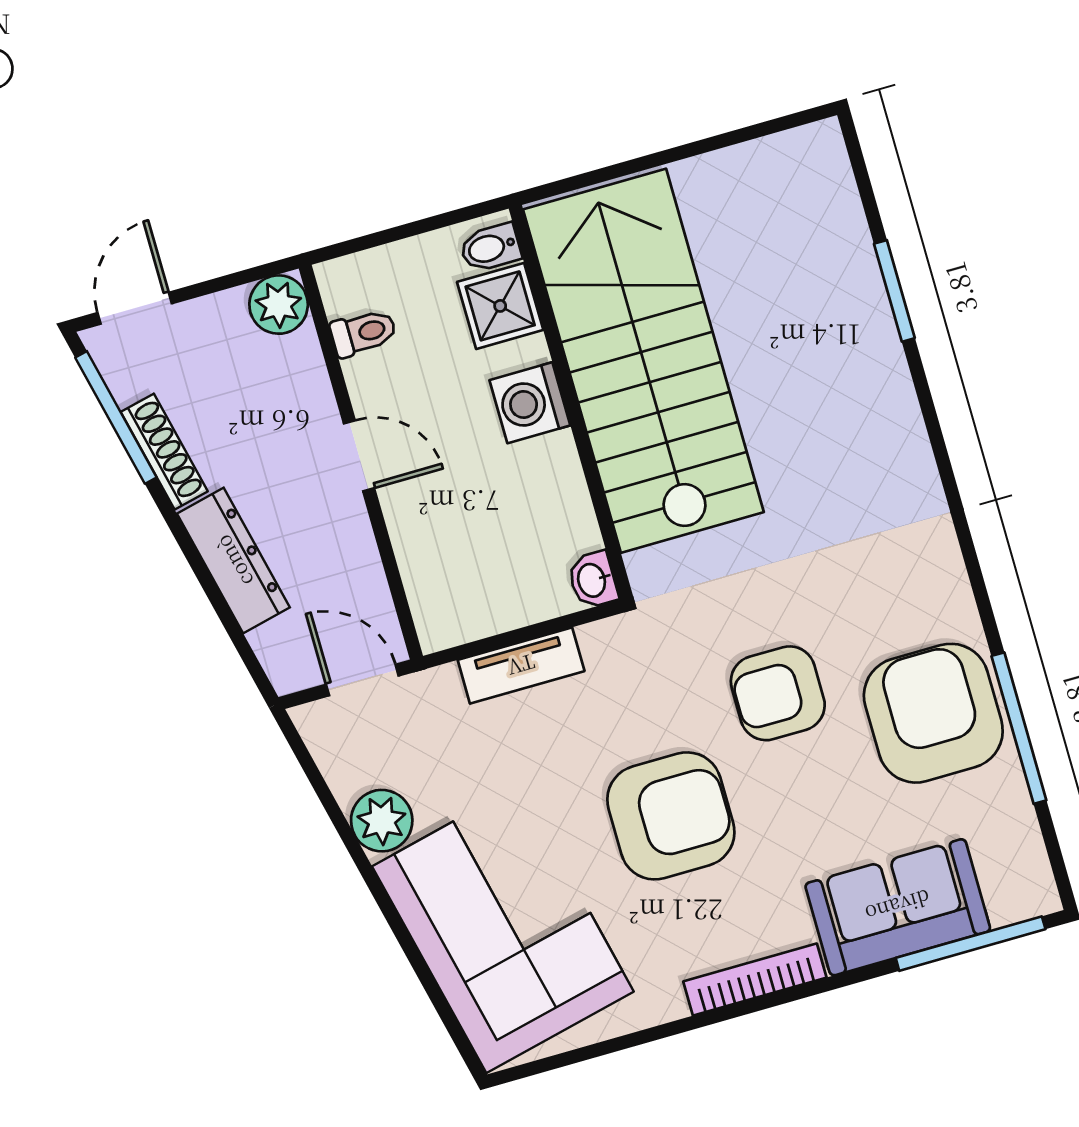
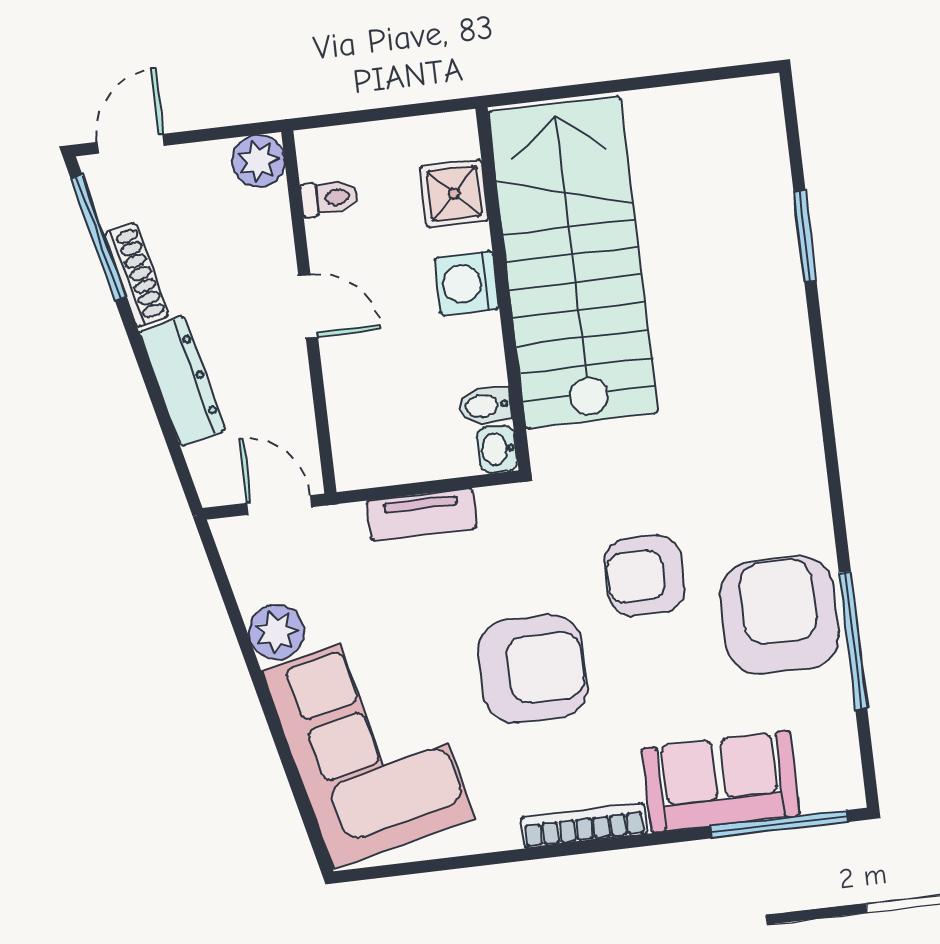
bidet: (490, 248) -> (485, 406), moved

